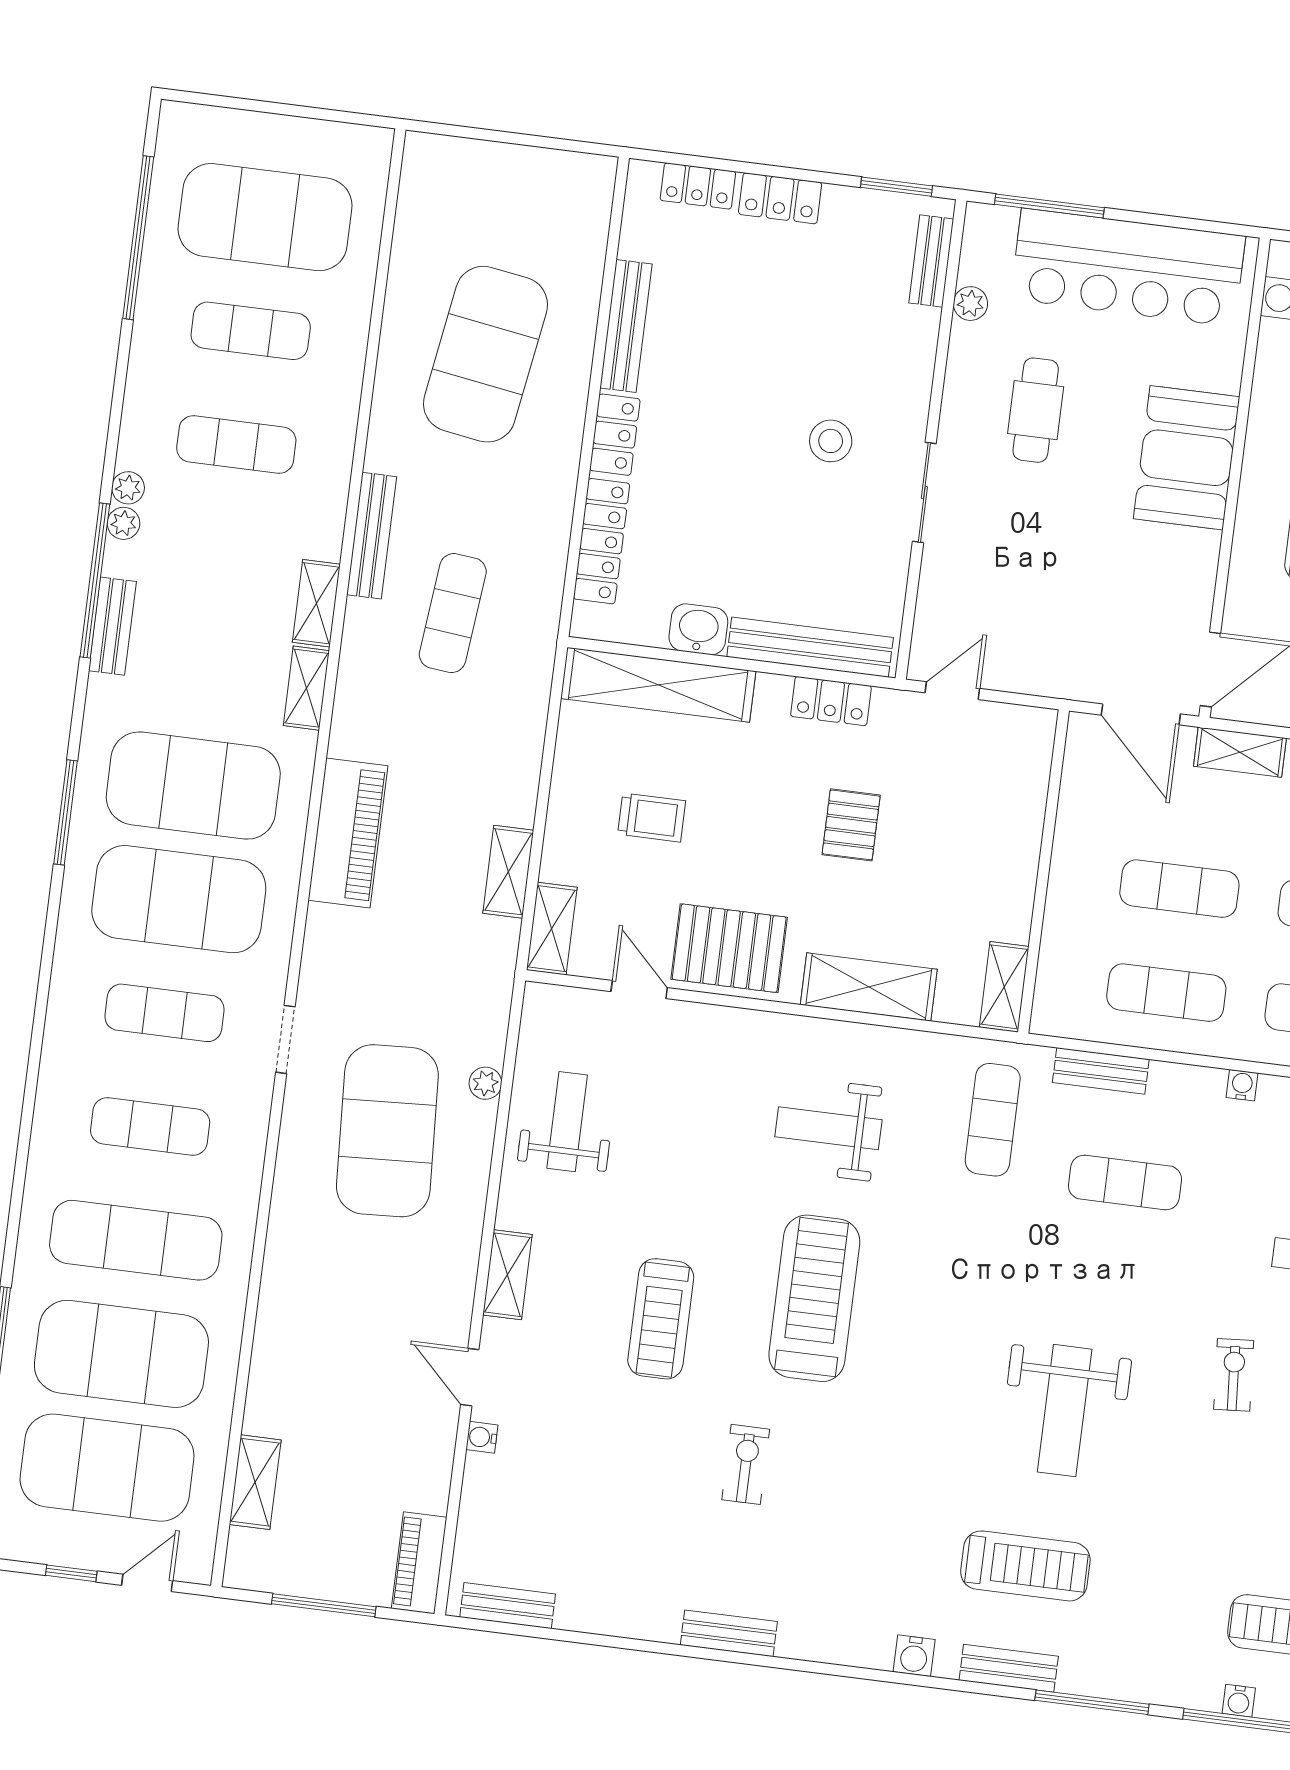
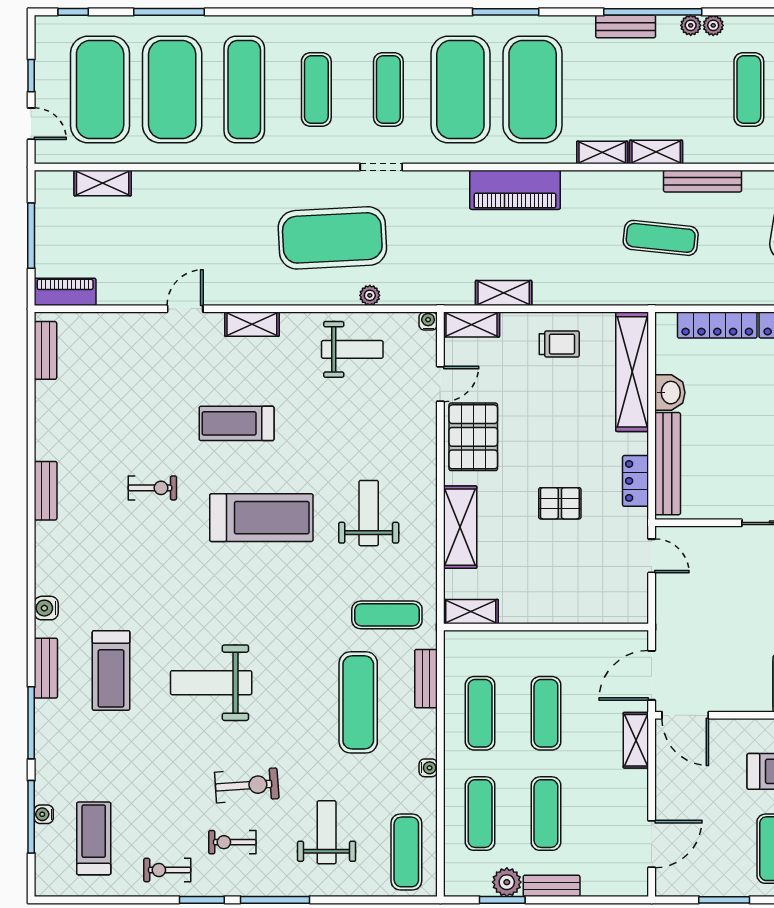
trolley: (652, 818) -> (559, 344), moved, turned -90
exercise mat: (1125, 1183) -> (358, 702), width x1.36, depth x1.45
exercise bike: (1234, 1375) -> (247, 785), width x1.38, depth x1.39
water cooler: (482, 1437) -> (428, 321), moved

